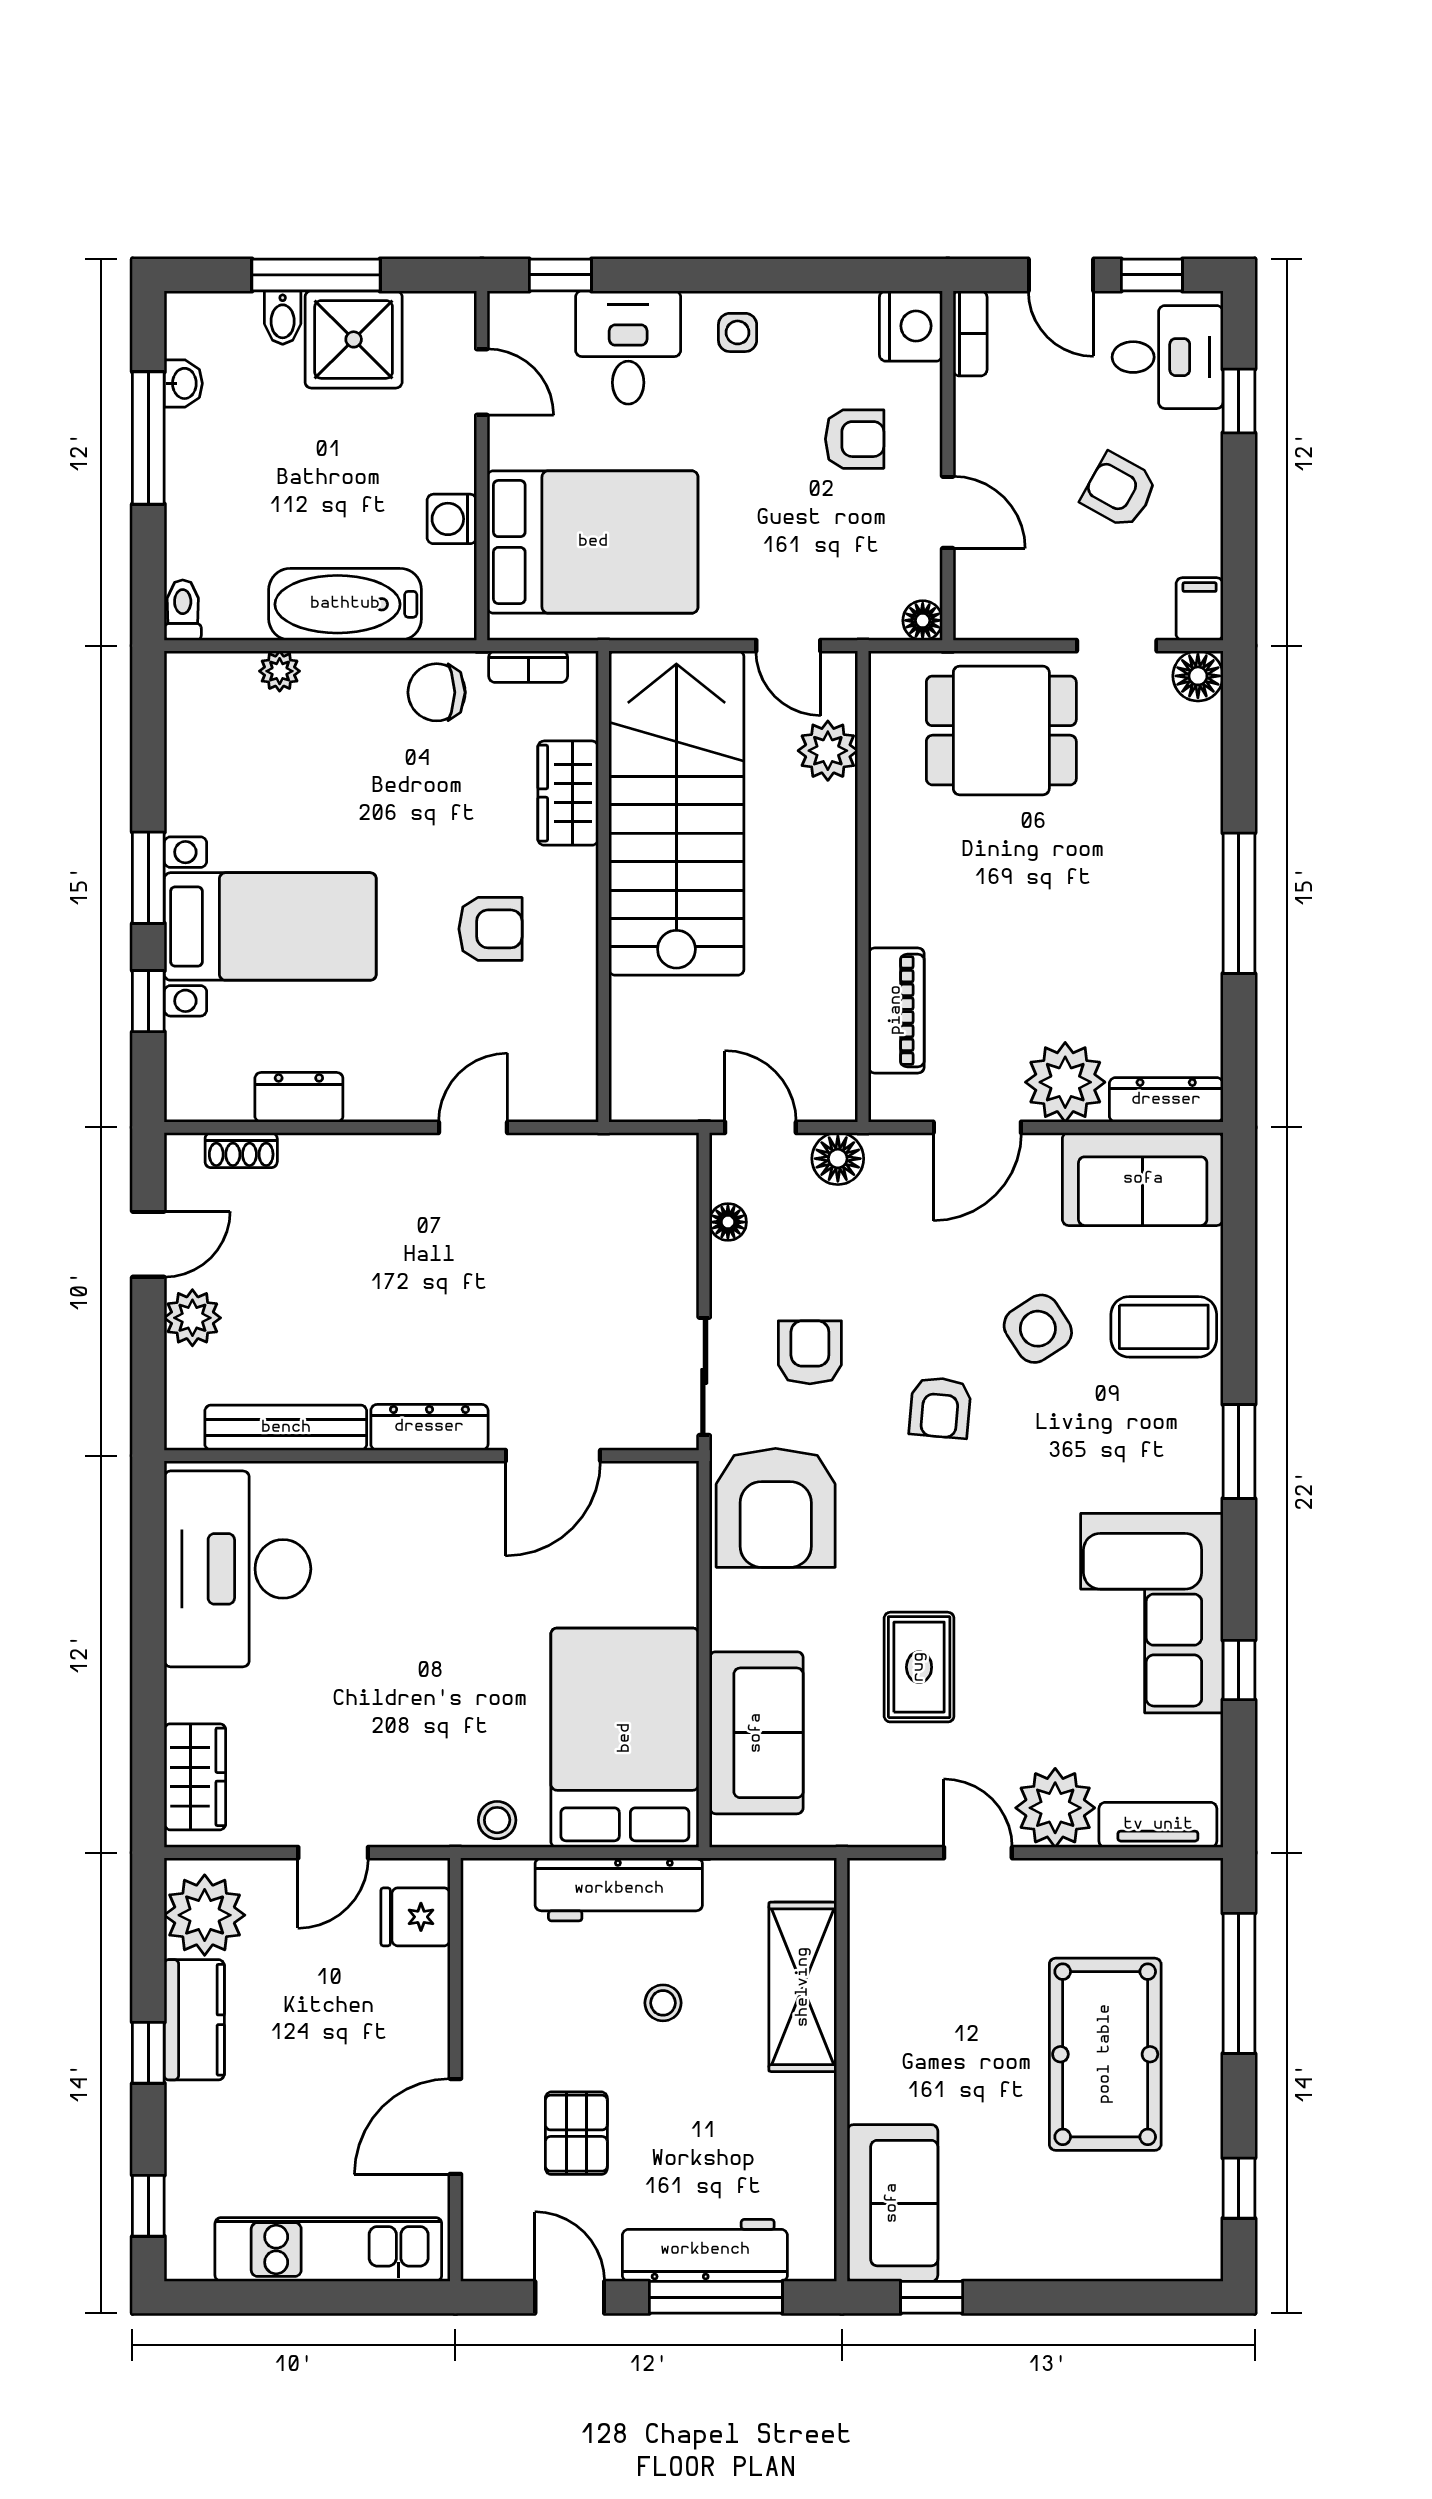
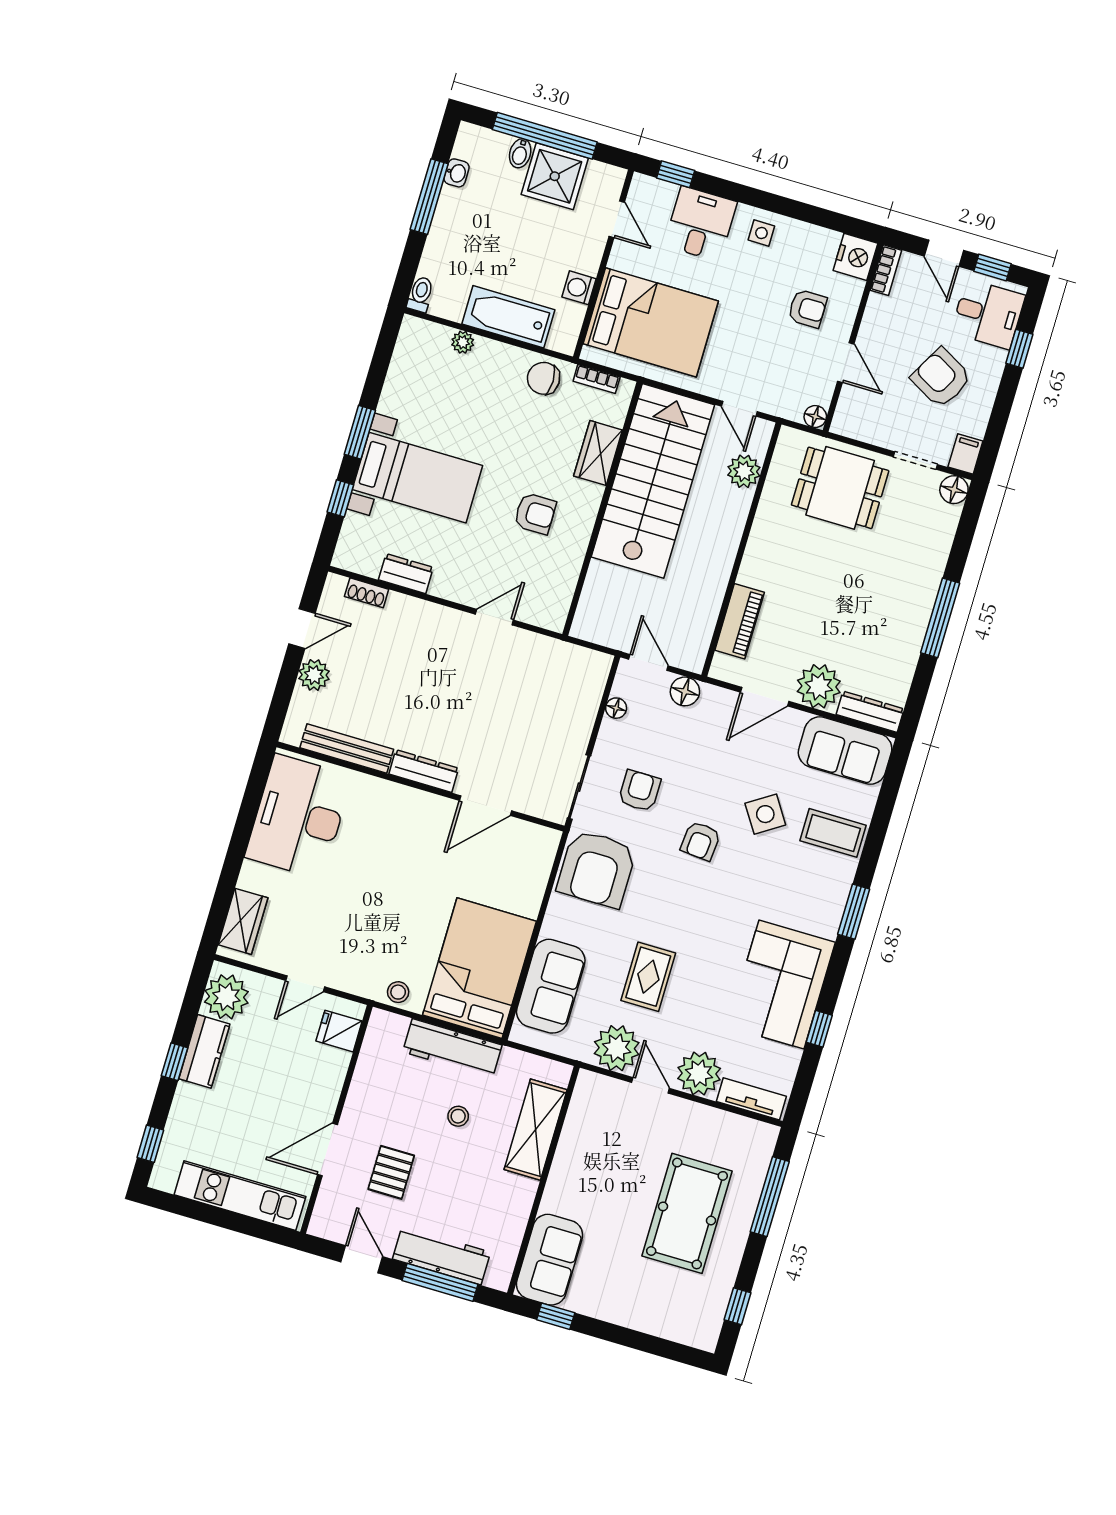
window: (316, 275) -> (545, 136), width x1.46
armchair: (1119, 491) -> (941, 378), width x1.38, depth x1.38
plant: (901, 1806) -> (617, 1048), added

